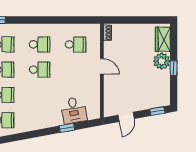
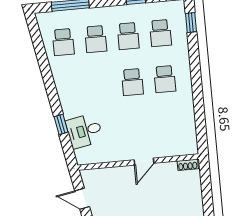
school desk: (76, 44) -> (169, 125), removed

